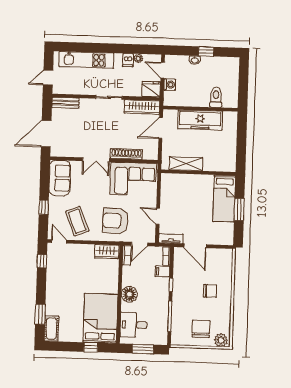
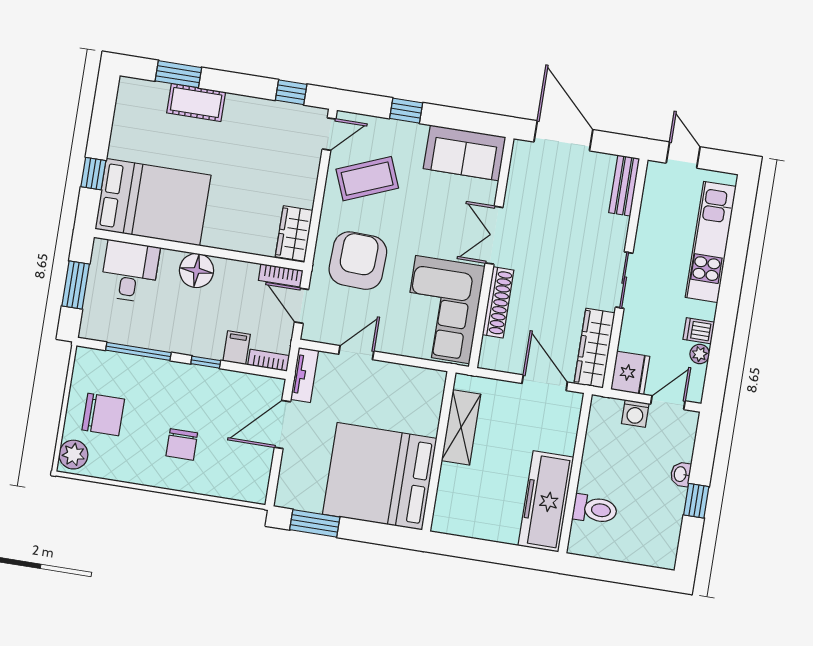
freezer: (200, 120) -> (546, 501), moved
bed: (224, 199) -> (380, 476), width x2.04
window: (239, 210) -> (315, 523), moved
cot: (51, 328) -> (196, 103), moved

